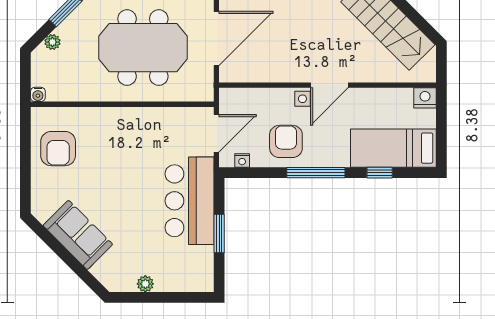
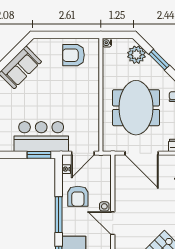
plant: (52, 42) -> (136, 55), width x1.87, depth x1.87
door: (216, 133) -> (83, 153), hinge flipped
armchair: (286, 141) -> (78, 196), turned 90
window: (219, 234) -> (39, 155), moved

